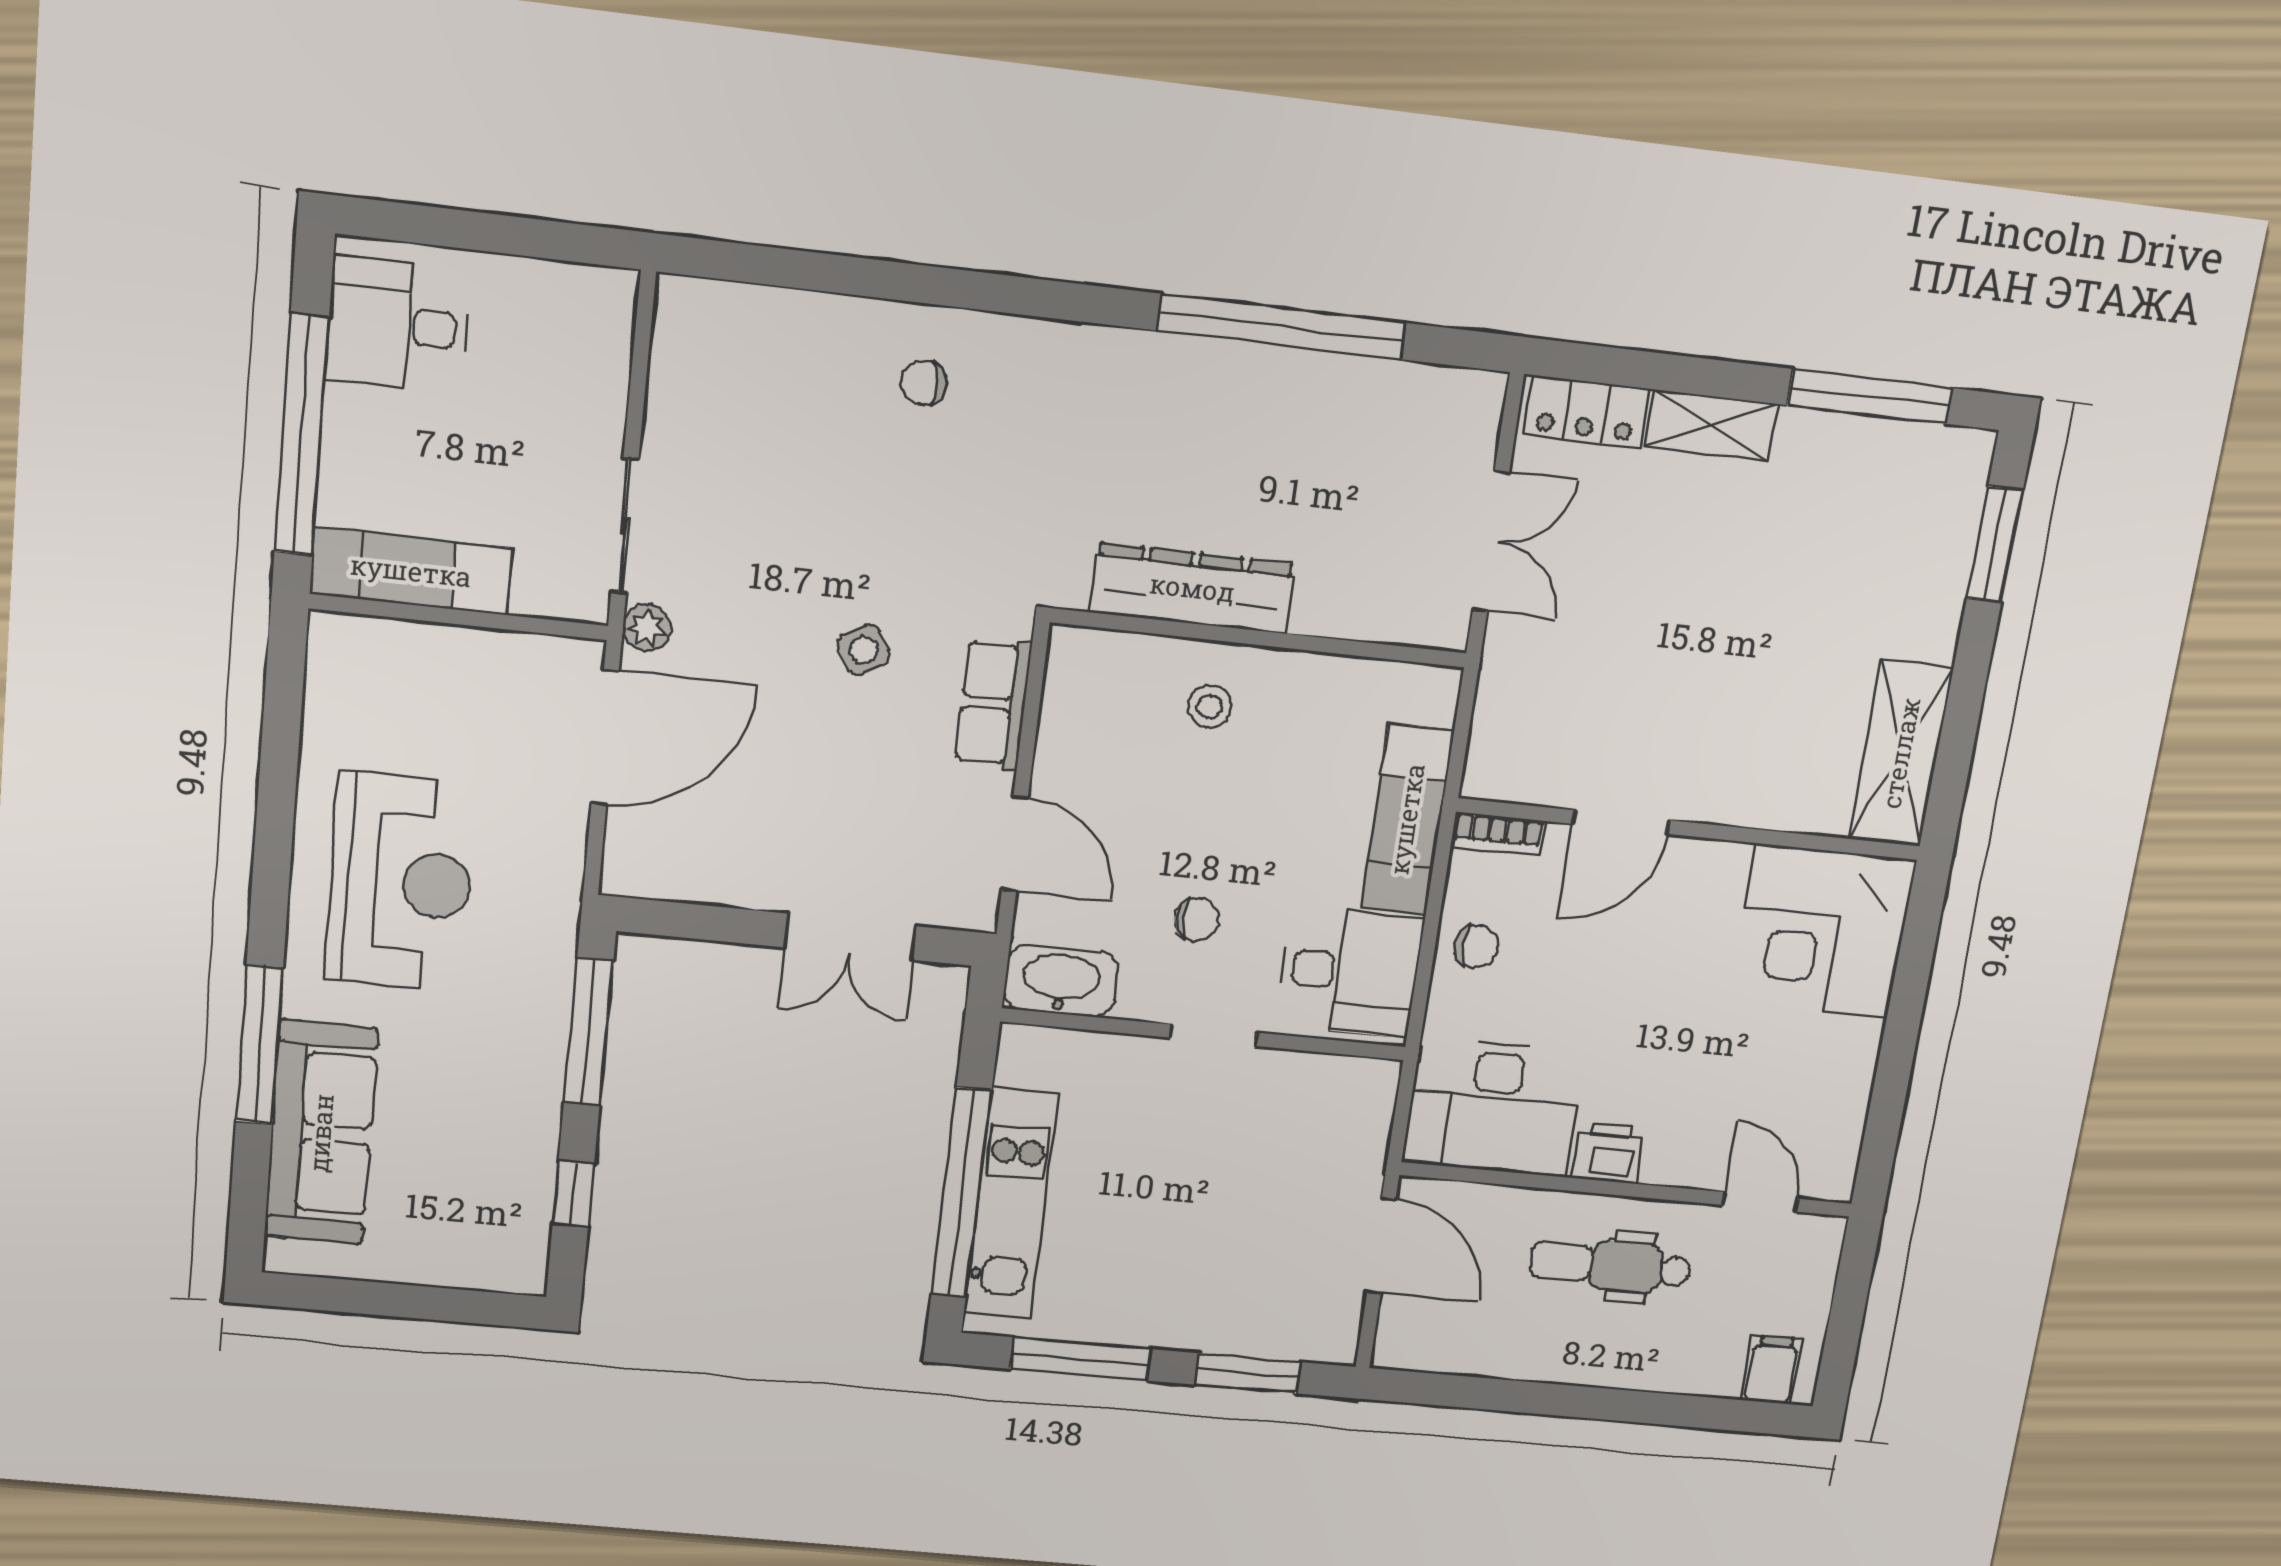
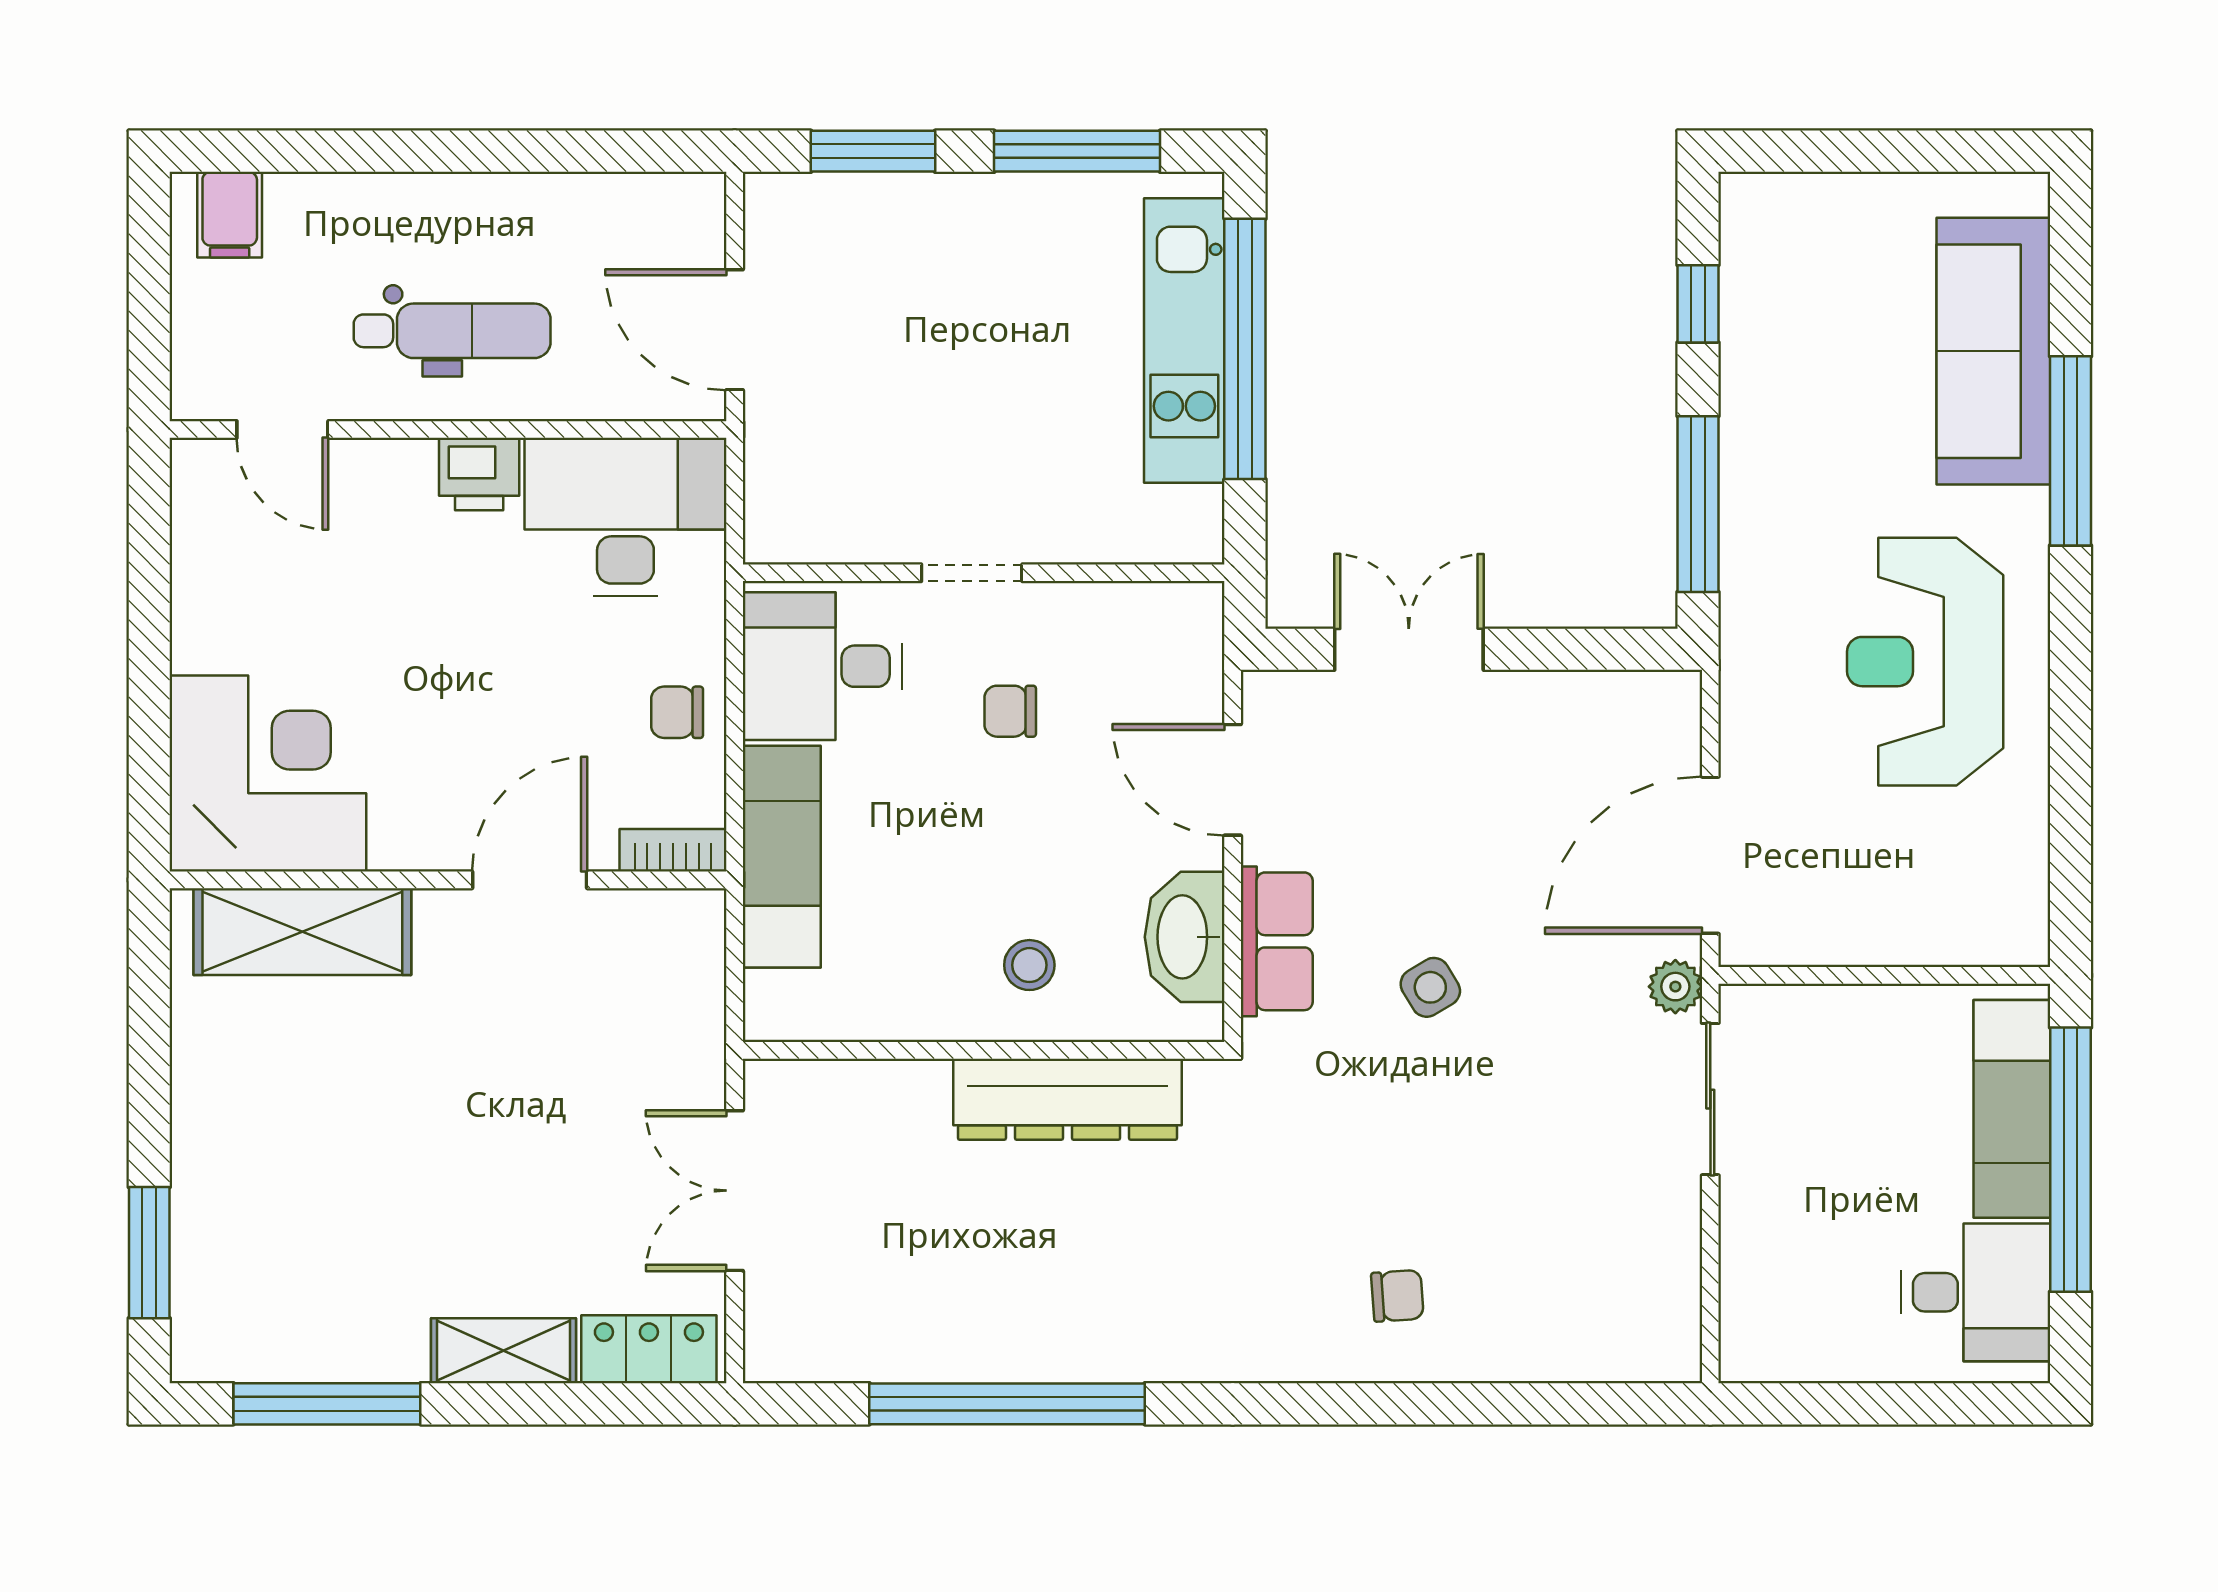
exam couch: (411, 571) -> (2012, 1109), moved, turned 90
shelving: (1901, 753) -> (302, 932), moved, turned 90
washbasin: (1061, 981) -> (1185, 937), moved, turned 90

